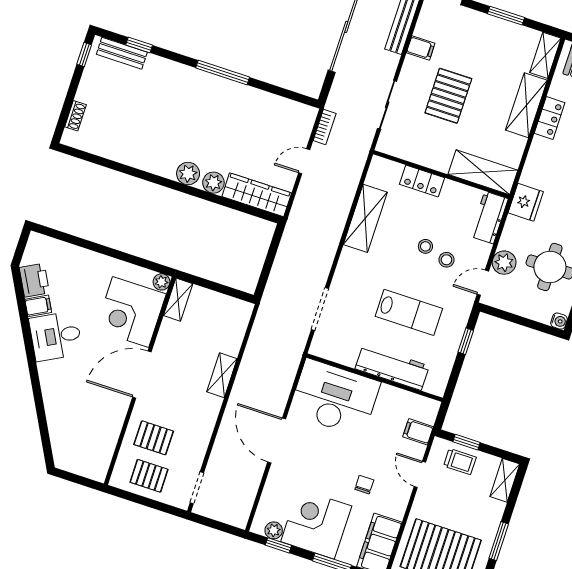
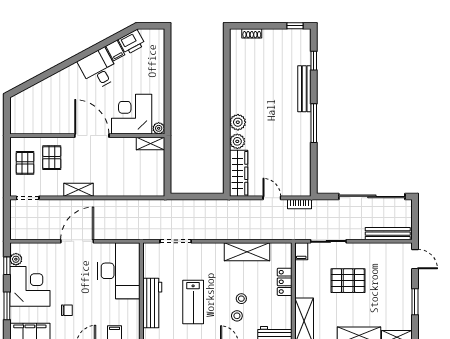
filing cabinet: (421, 48) -> (301, 251), moved
bench: (122, 53) -> (304, 89), moved, width x1.36
shelving: (222, 375) -> (79, 190), moved

